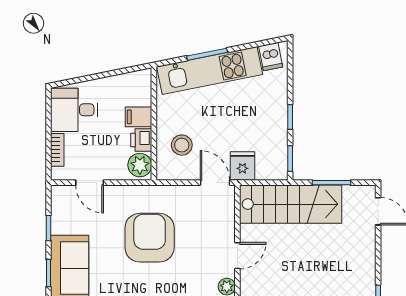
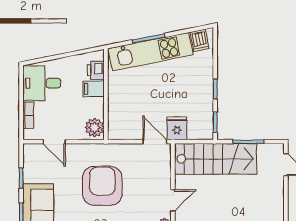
printer: (141, 140) -> (96, 70), moved
stool: (182, 145) -> (128, 111), removed

